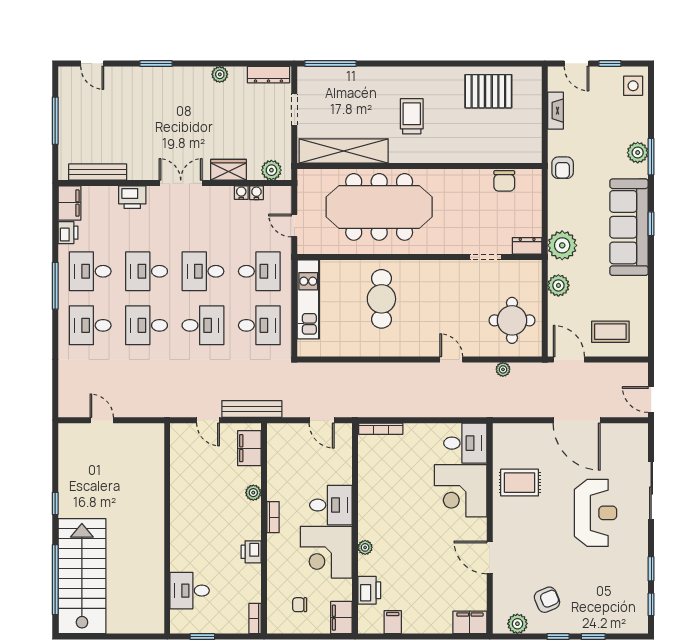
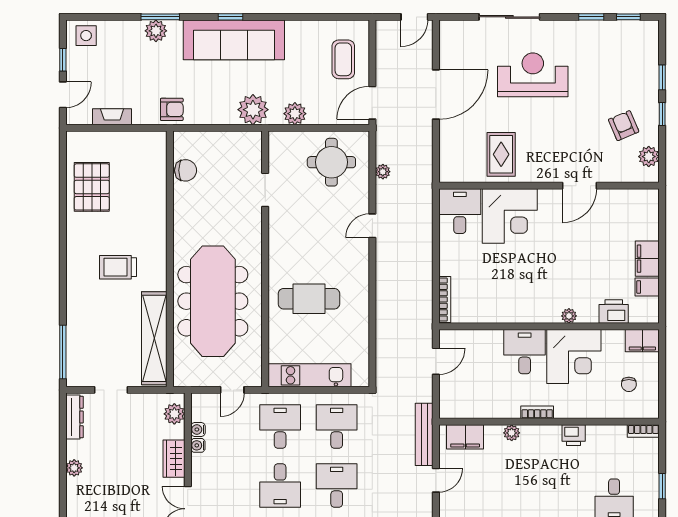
dresser: (527, 246) -> (254, 146), removed
filing cabinet: (470, 622) -> (647, 259), moved

